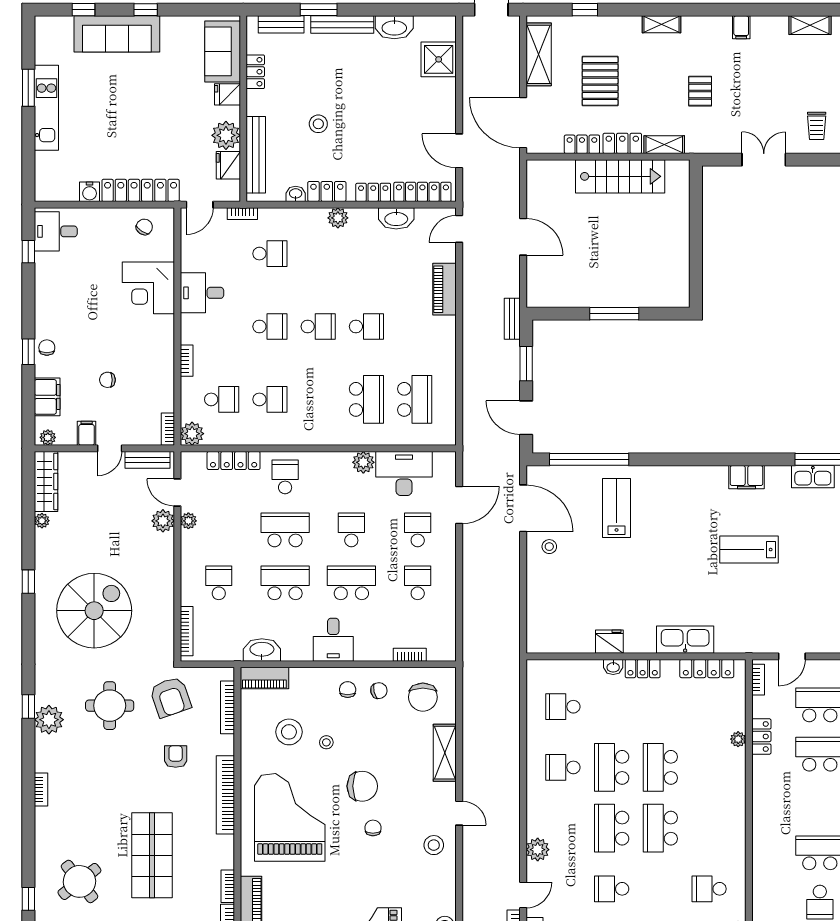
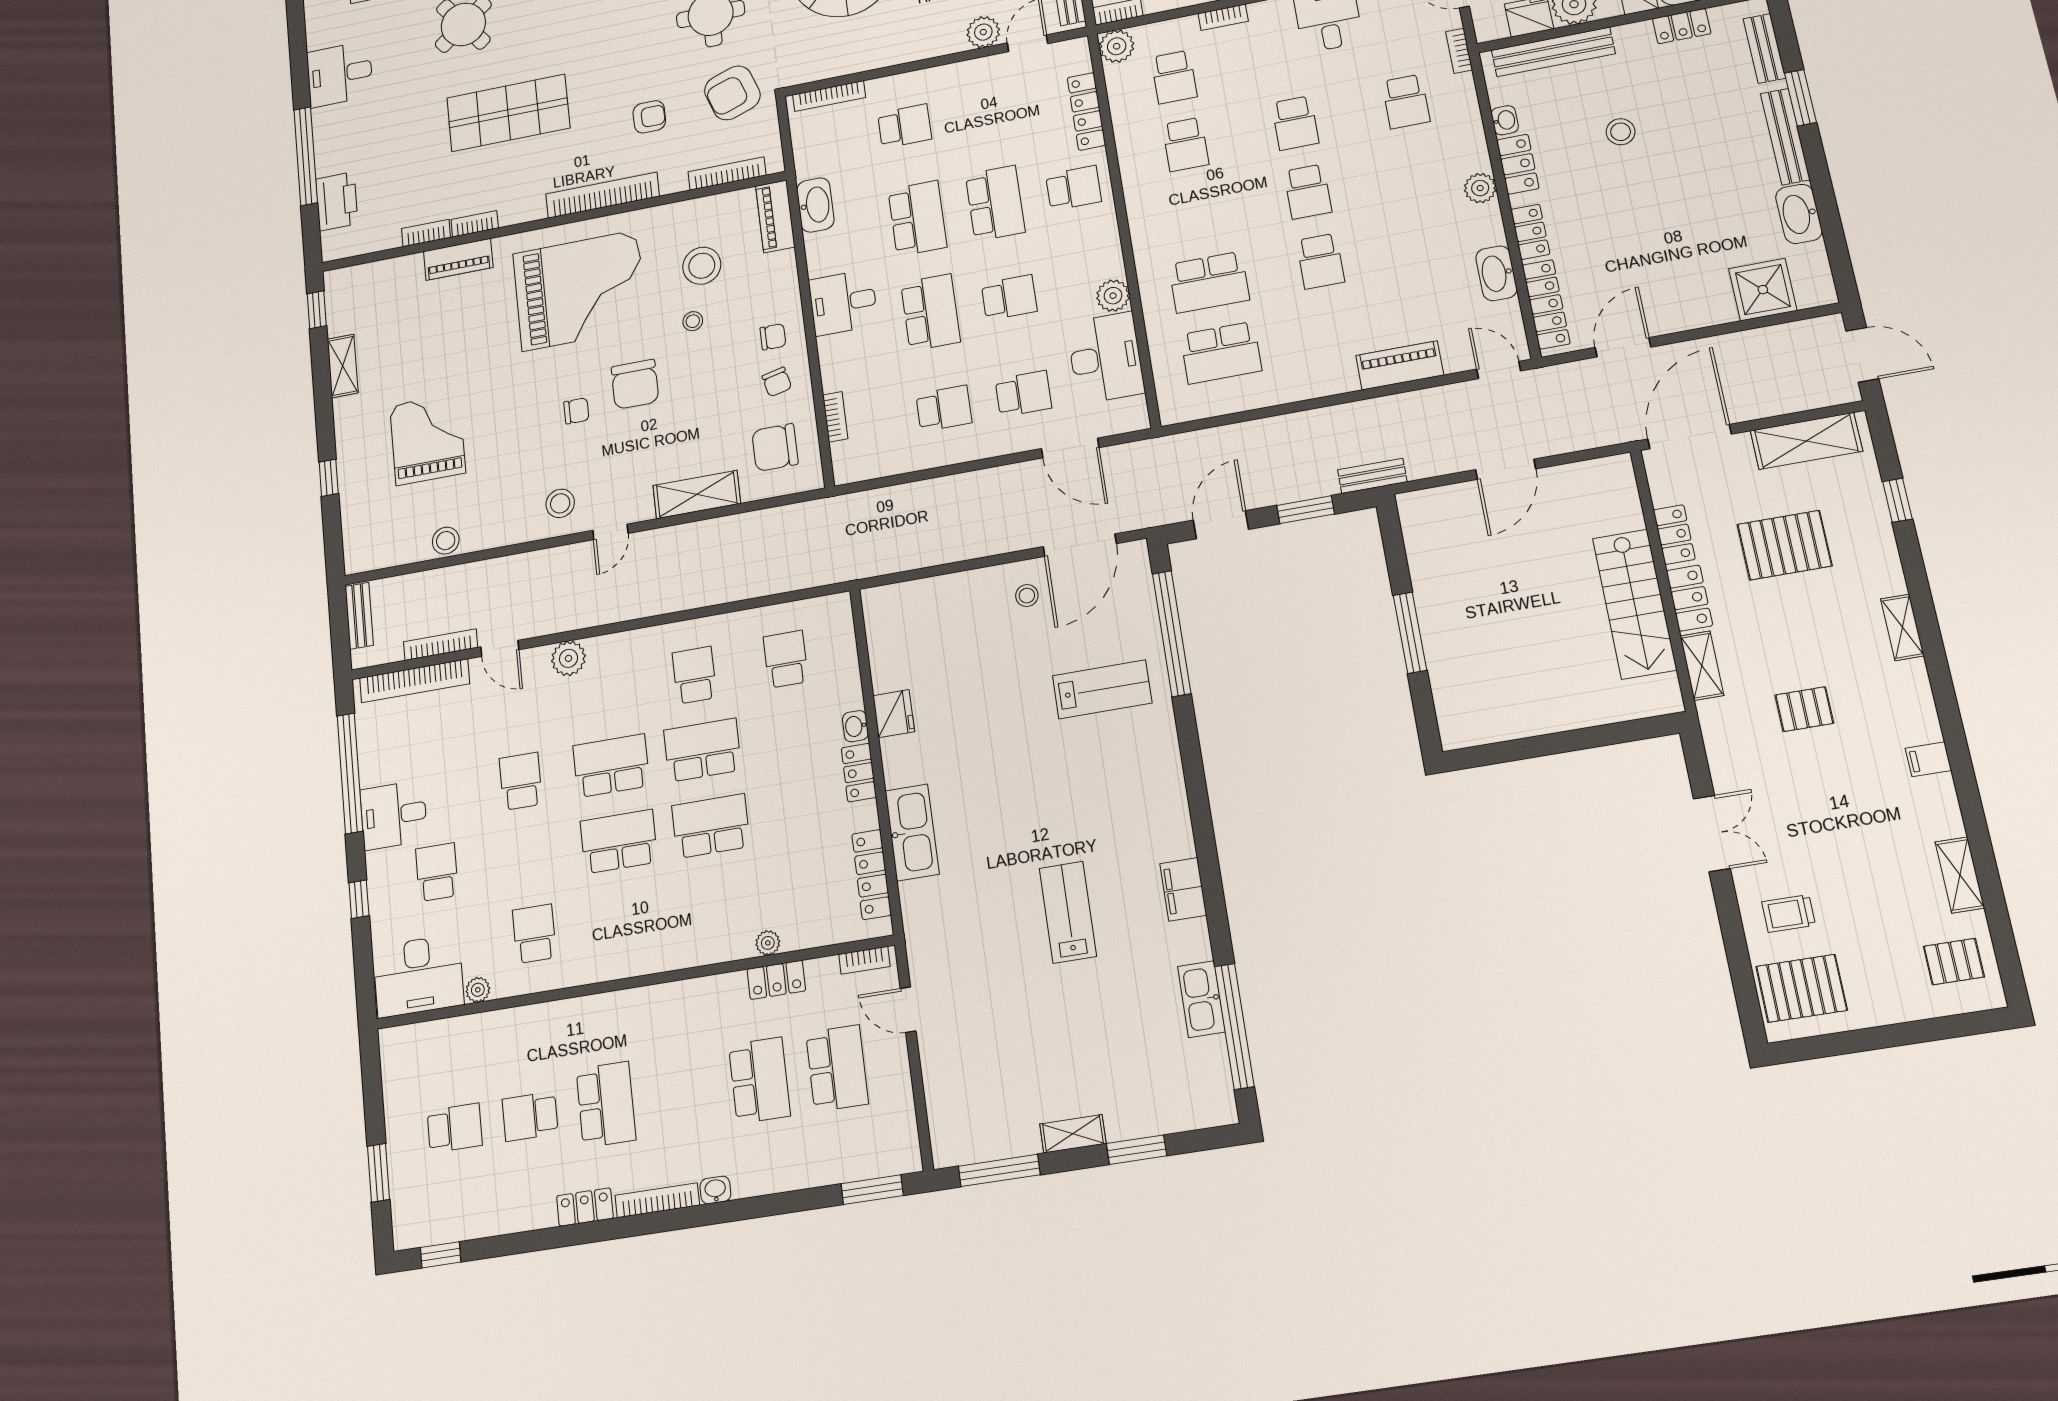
plant: (188, 521) -> (989, 67), removed

